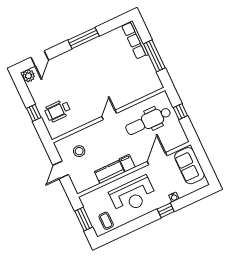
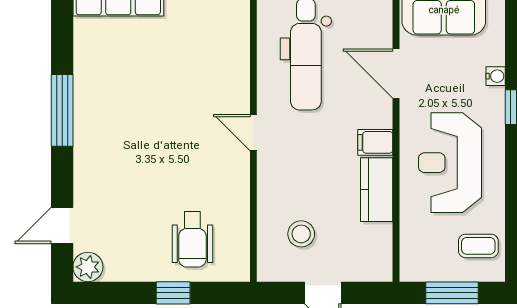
door: (40, 59) -> (62, 225), swing flipped
reception desk: (133, 195) -> (450, 163), turned 180

